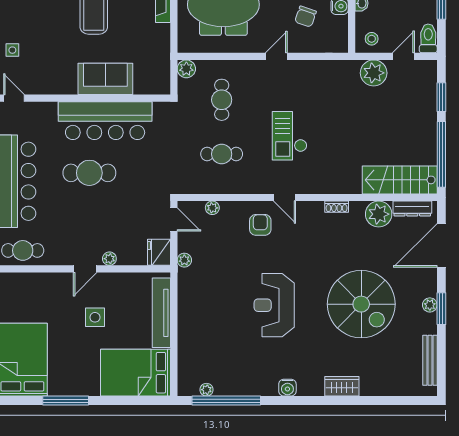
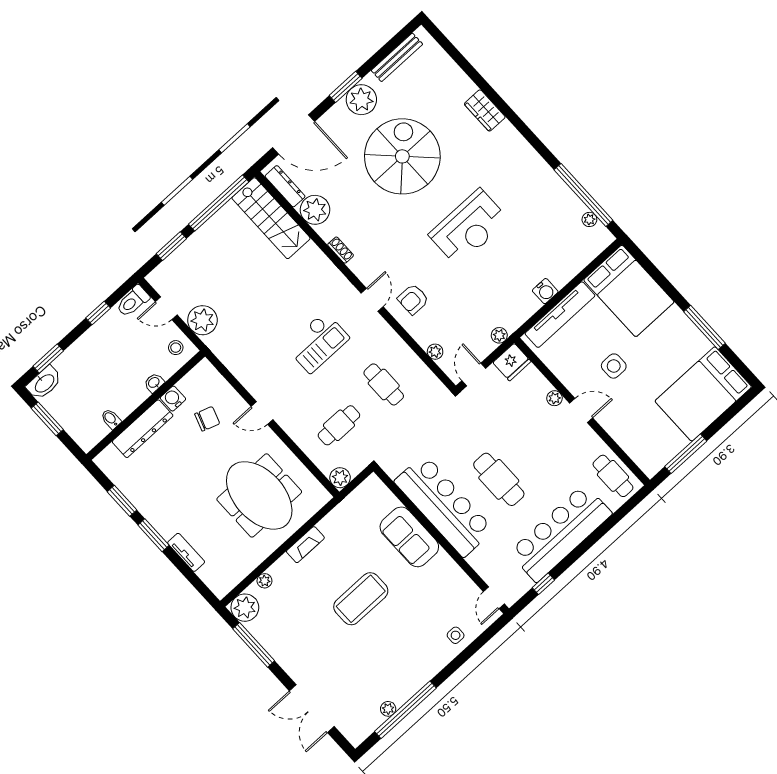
plant: (430, 305) -> (361, 100), width x1.88, depth x1.88
water cooler: (287, 388) -> (545, 291), moved, turned 90

